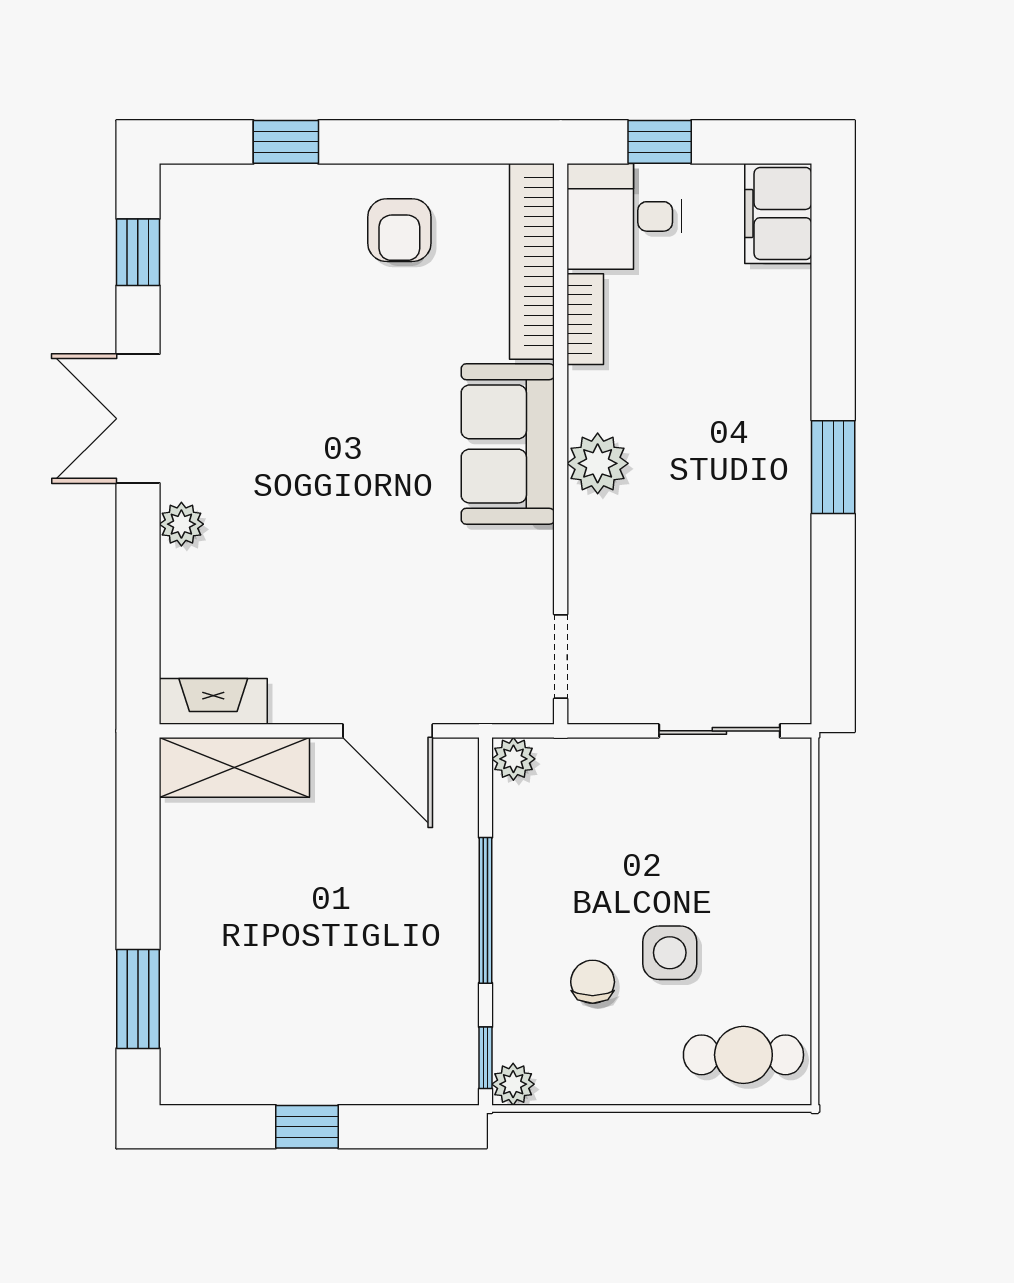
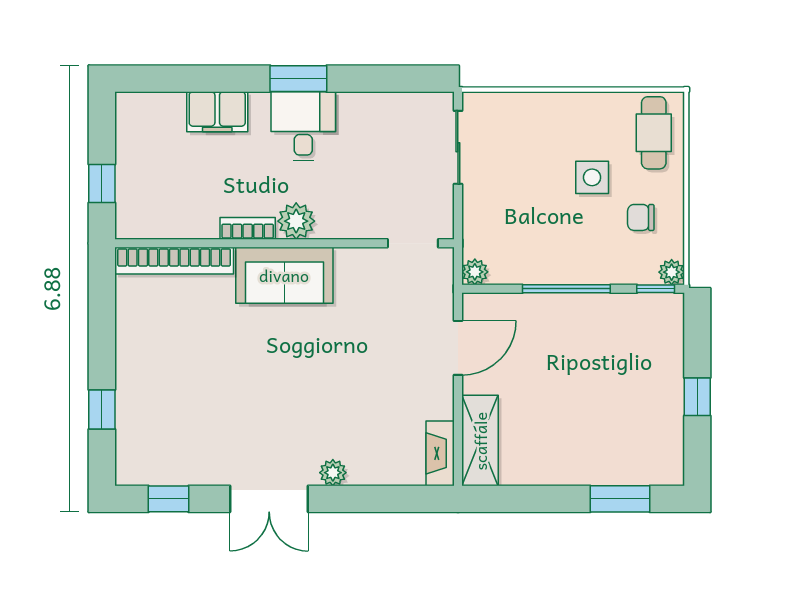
filing cabinet: (778, 214) -> (217, 112), moved
desk: (624, 216) -> (303, 126), moved, turned 180
armchair: (399, 230) -> (155, 341), removed
bookcase: (585, 319) -> (248, 228), moved
chair: (593, 982) -> (641, 217), moved

